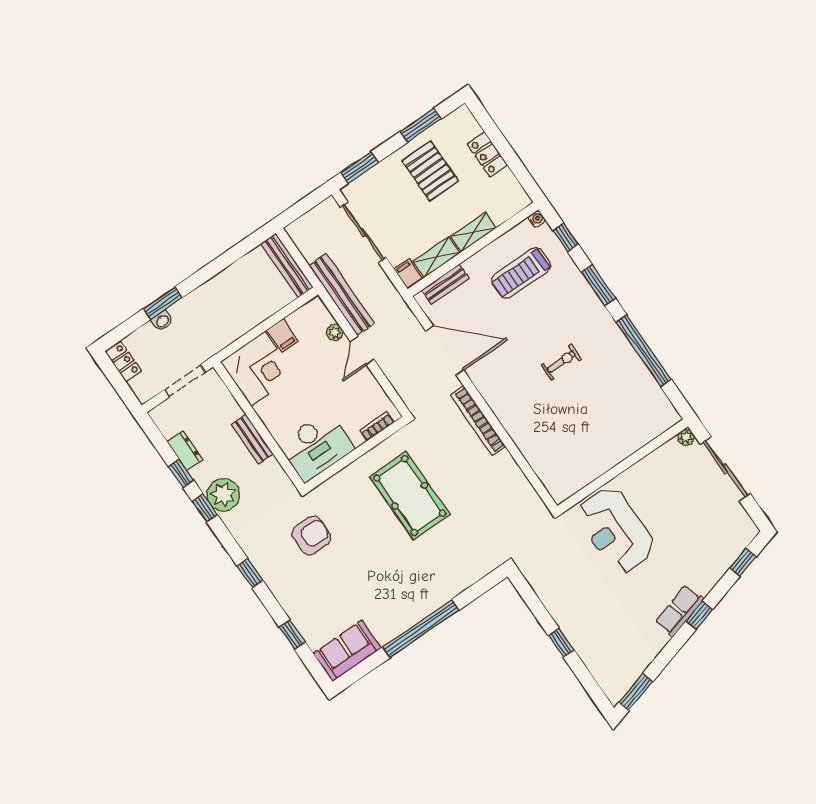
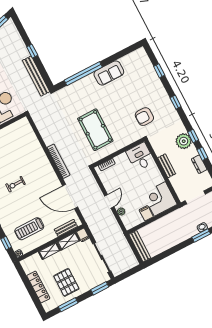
locker: (487, 154) -> (38, 287), width x1.53
treadmill: (521, 273) -> (29, 229), turned 180
bench: (341, 294) -> (36, 76), moved
desk: (316, 446) -> (140, 157), width x0.73
window: (421, 629) -> (83, 74), moved
sofa: (347, 651) -> (109, 73), moved

